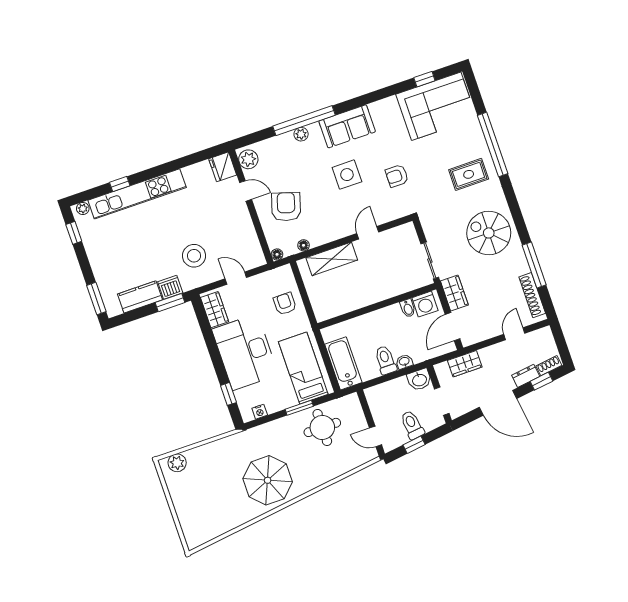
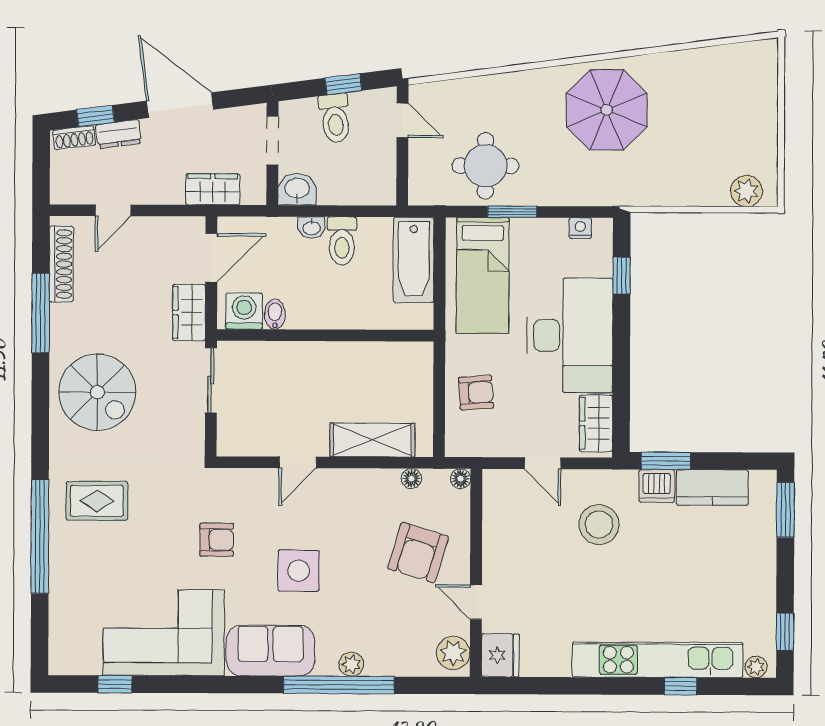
corner sofa: (436, 106) -> (164, 633), moved
armchair: (285, 304) -> (476, 393), turned -94

